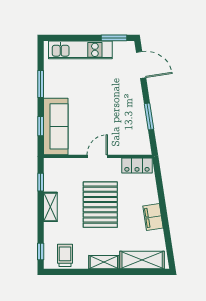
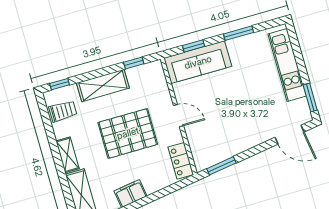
door: (141, 65) -> (289, 135), hinge flipped
window: (149, 116) -> (221, 166), moved
shelving: (50, 207) -> (103, 86), width x1.50, depth x1.33

